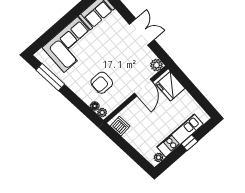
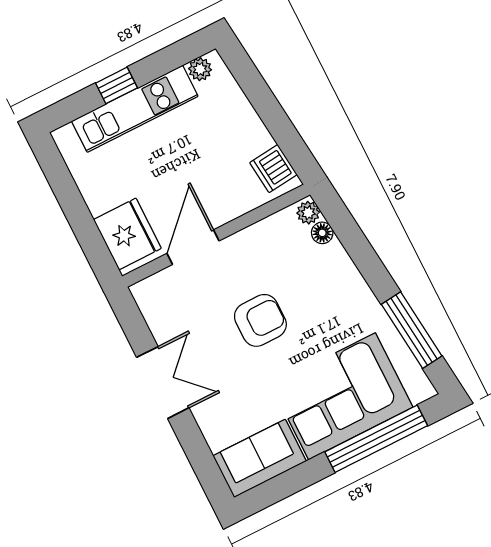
window: (53, 31) -> (376, 439), added
double door: (142, 32) -> (163, 383), swing flipped
plant: (156, 65) -> (148, 293), removed
armchair: (102, 83) -> (260, 320), moved

